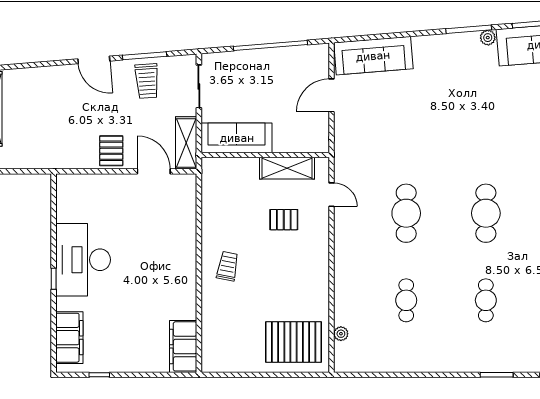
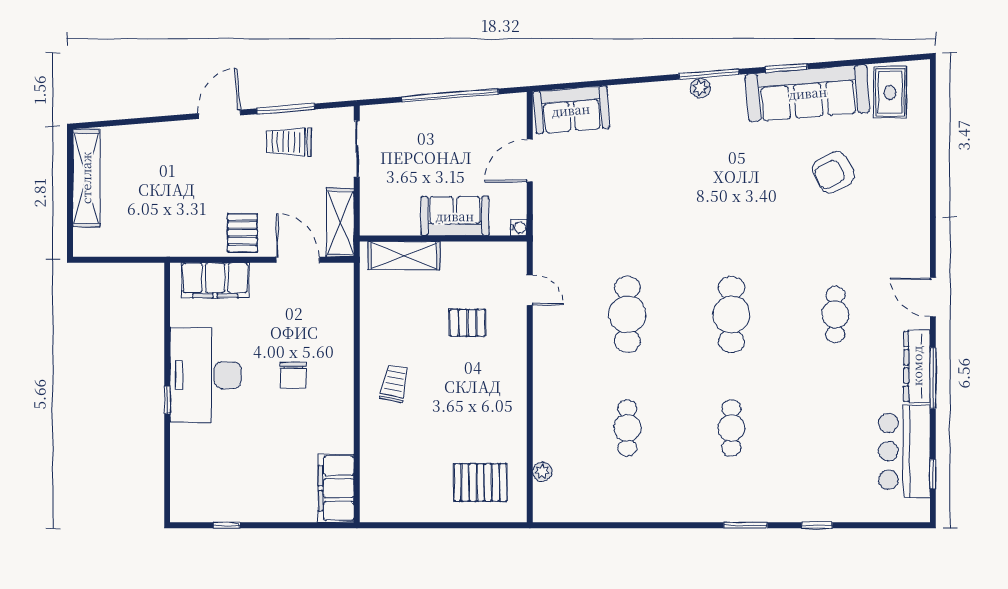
plant: (488, 38) -> (700, 88), moved
sofa: (373, 56) -> (571, 110), width x0.73
door: (94, 60) -> (220, 114), swing flipped
trolley: (147, 81) -> (289, 142), turned 94
sofa: (237, 138) -> (455, 216), moved, width x0.73
water cooler: (323, 147) -> (519, 227), added
shelving: (287, 168) -> (404, 256), moved
chair: (150, 260) -> (293, 375), added
filing cabinet: (69, 338) -> (215, 280), moved, turned 90
pallet: (294, 342) -> (480, 482), width x0.73, depth x0.71

